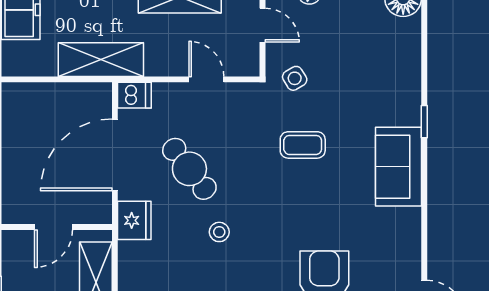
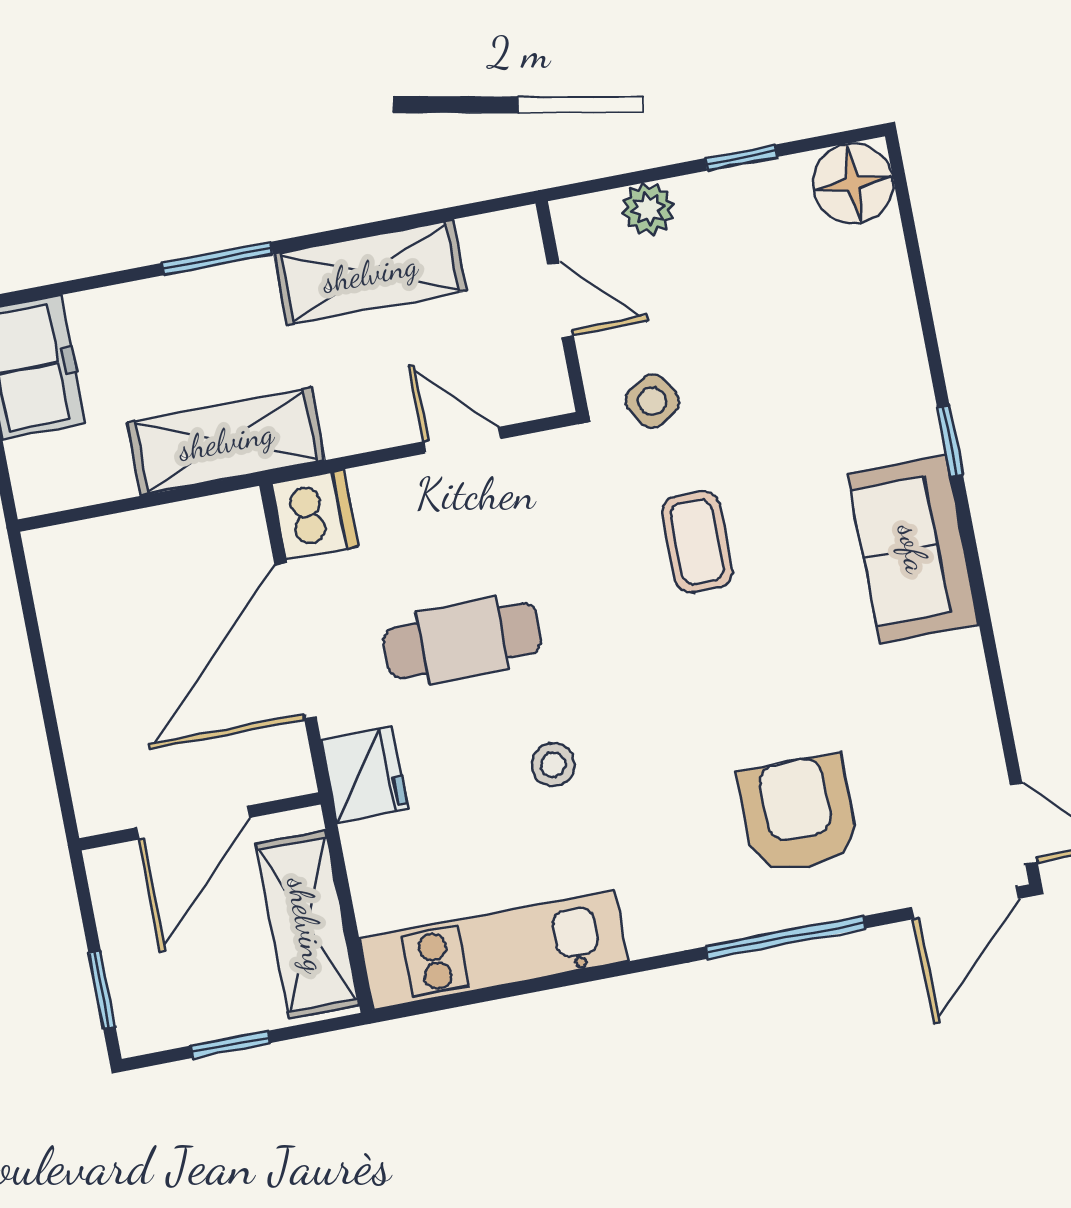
dishwasher: (134, 95) -> (315, 515), width x1.38
coffee table: (303, 145) -> (697, 542), turned 90
cafe table: (189, 169) -> (462, 641), turned -52
door: (54, 227) -> (193, 823), width x1.38

